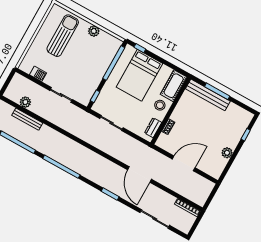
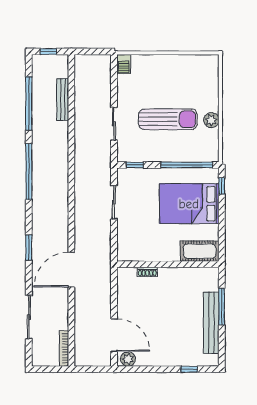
sun lounger: (63, 36) -> (168, 119), moved
barbecue: (38, 74) -> (124, 64), moved
bench: (208, 95) -> (211, 323), moved
plant: (25, 102) -> (82, 86), removed
stool: (160, 105) -> (167, 248), removed
dresser: (153, 128) -> (136, 255), removed
plant: (227, 153) -> (128, 359), moved
door: (184, 163) -> (114, 335), moved

